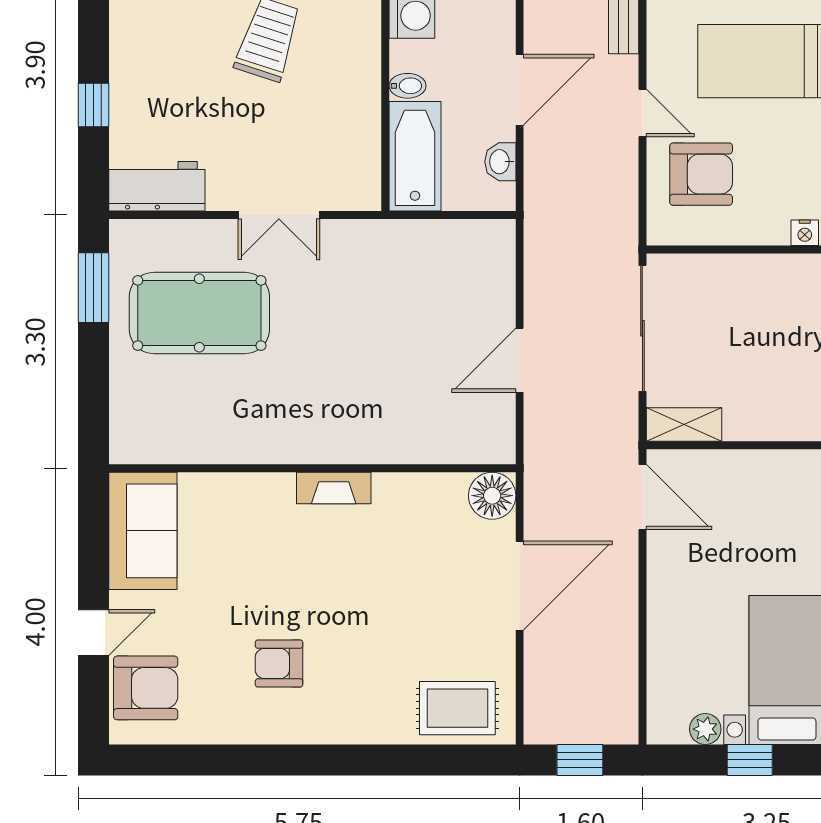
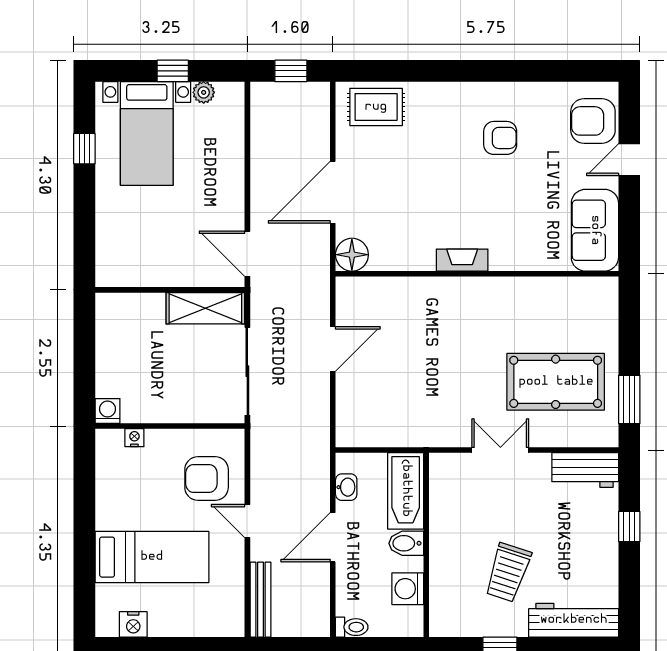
bidet: (408, 86) -> (406, 543), width x1.38, depth x1.36
shelving: (684, 424) -> (205, 308), width x1.50, depth x1.33

